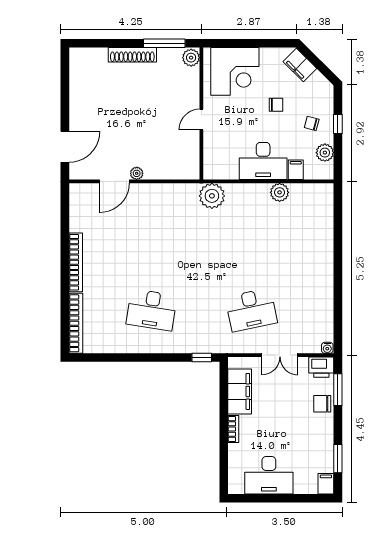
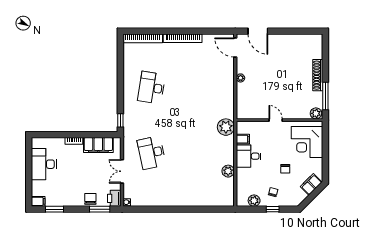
desk: (263, 161) -> (249, 156), width x0.73
filing cabinet: (296, 170) -> (243, 139), moved
door: (114, 181) -> (235, 47), moved

